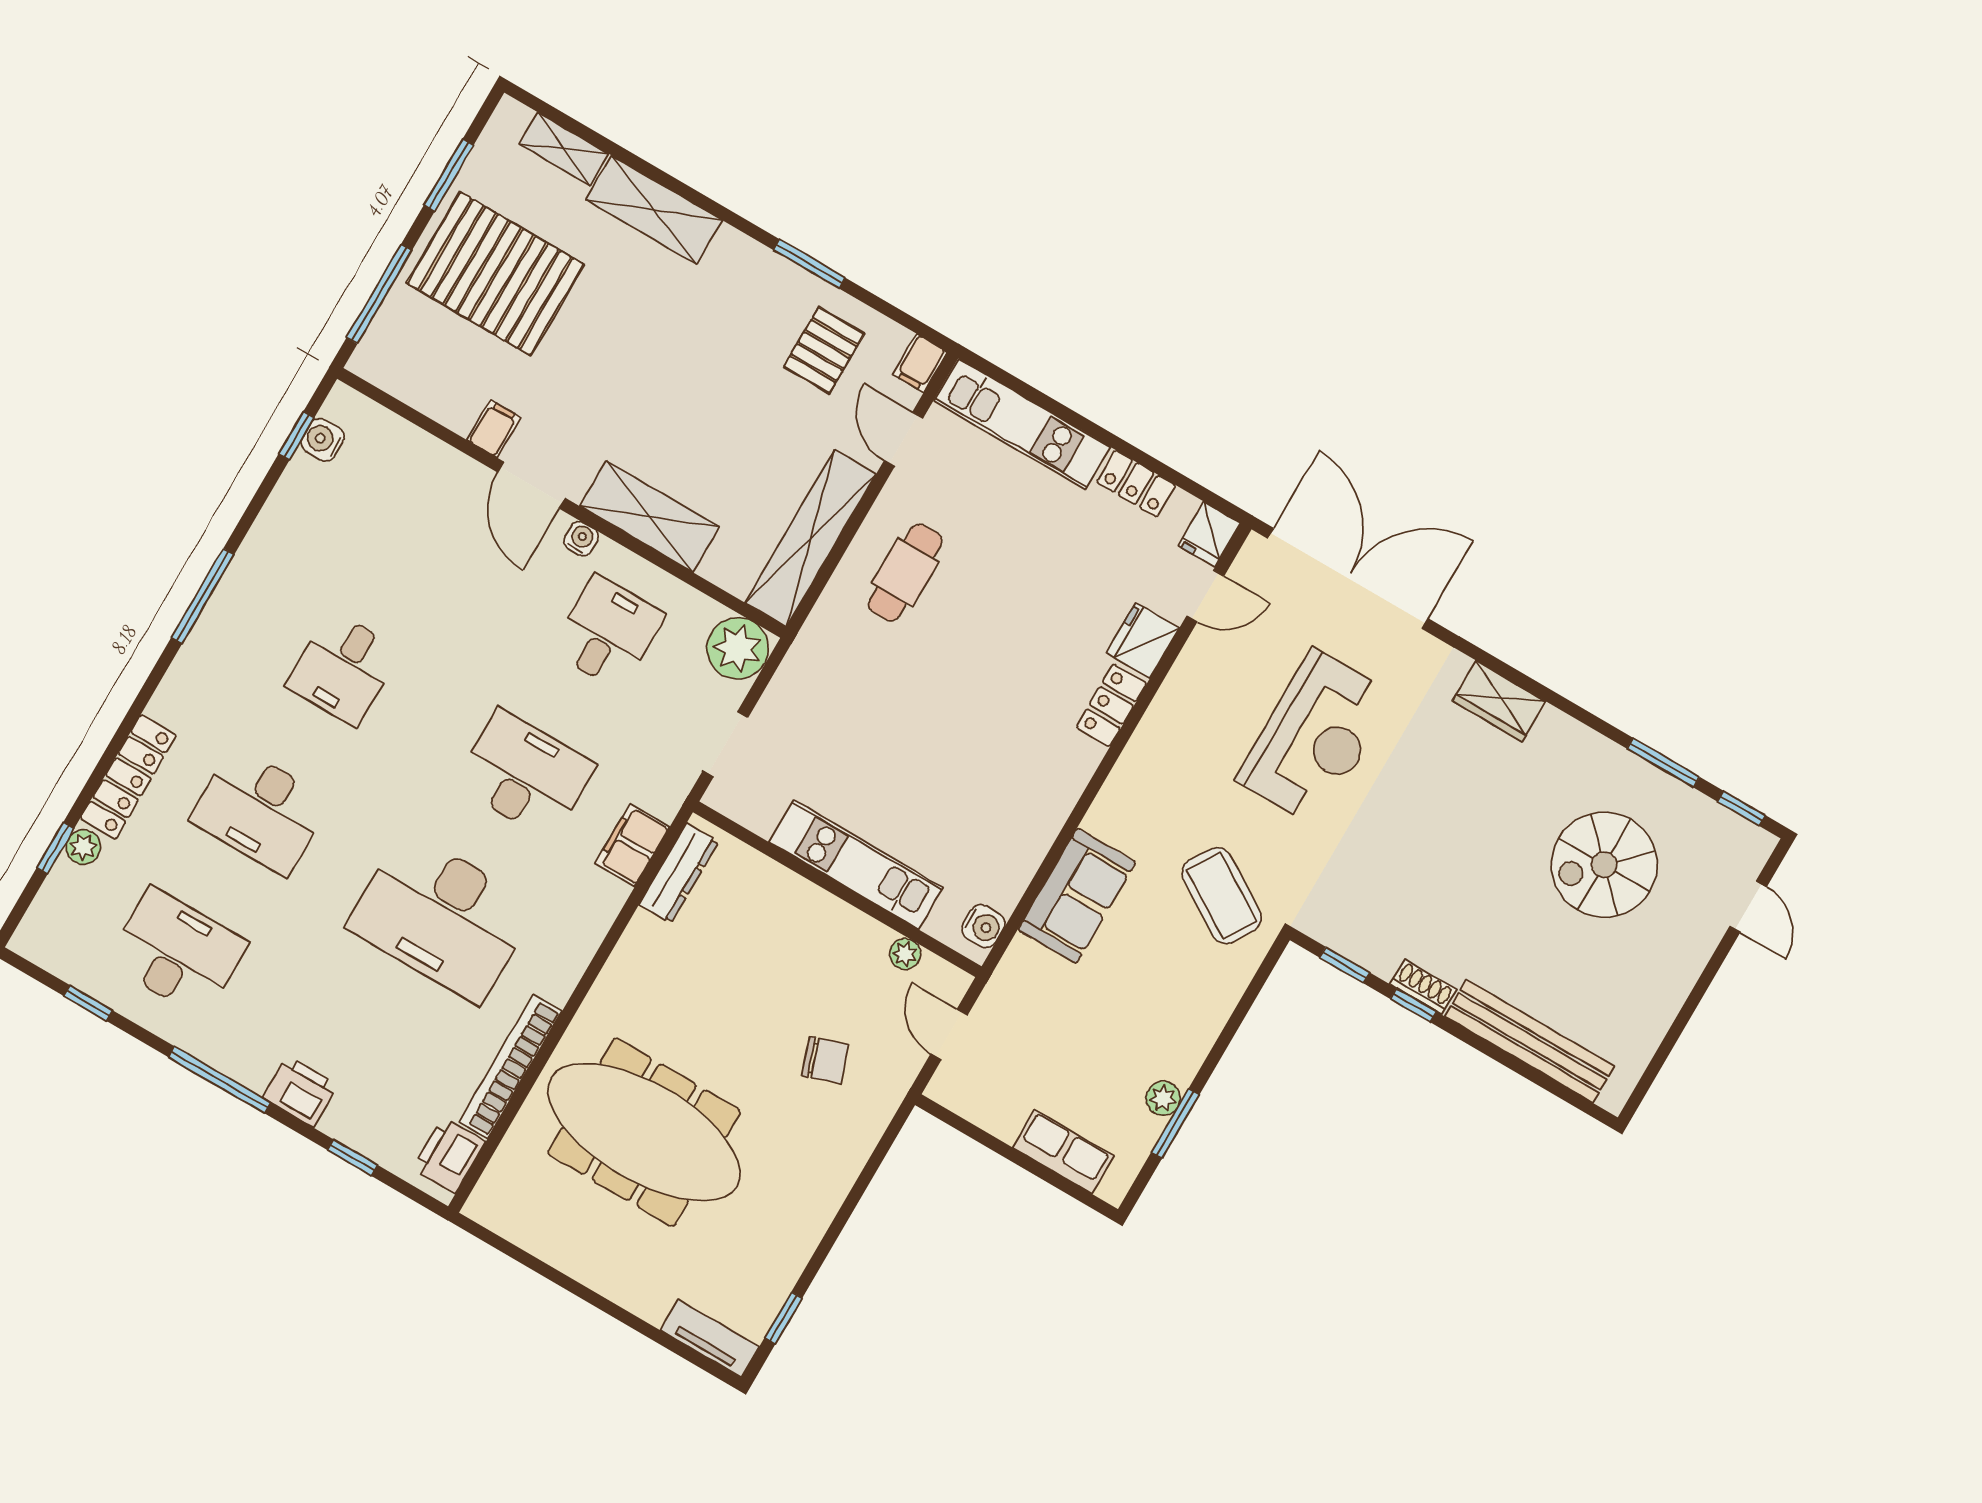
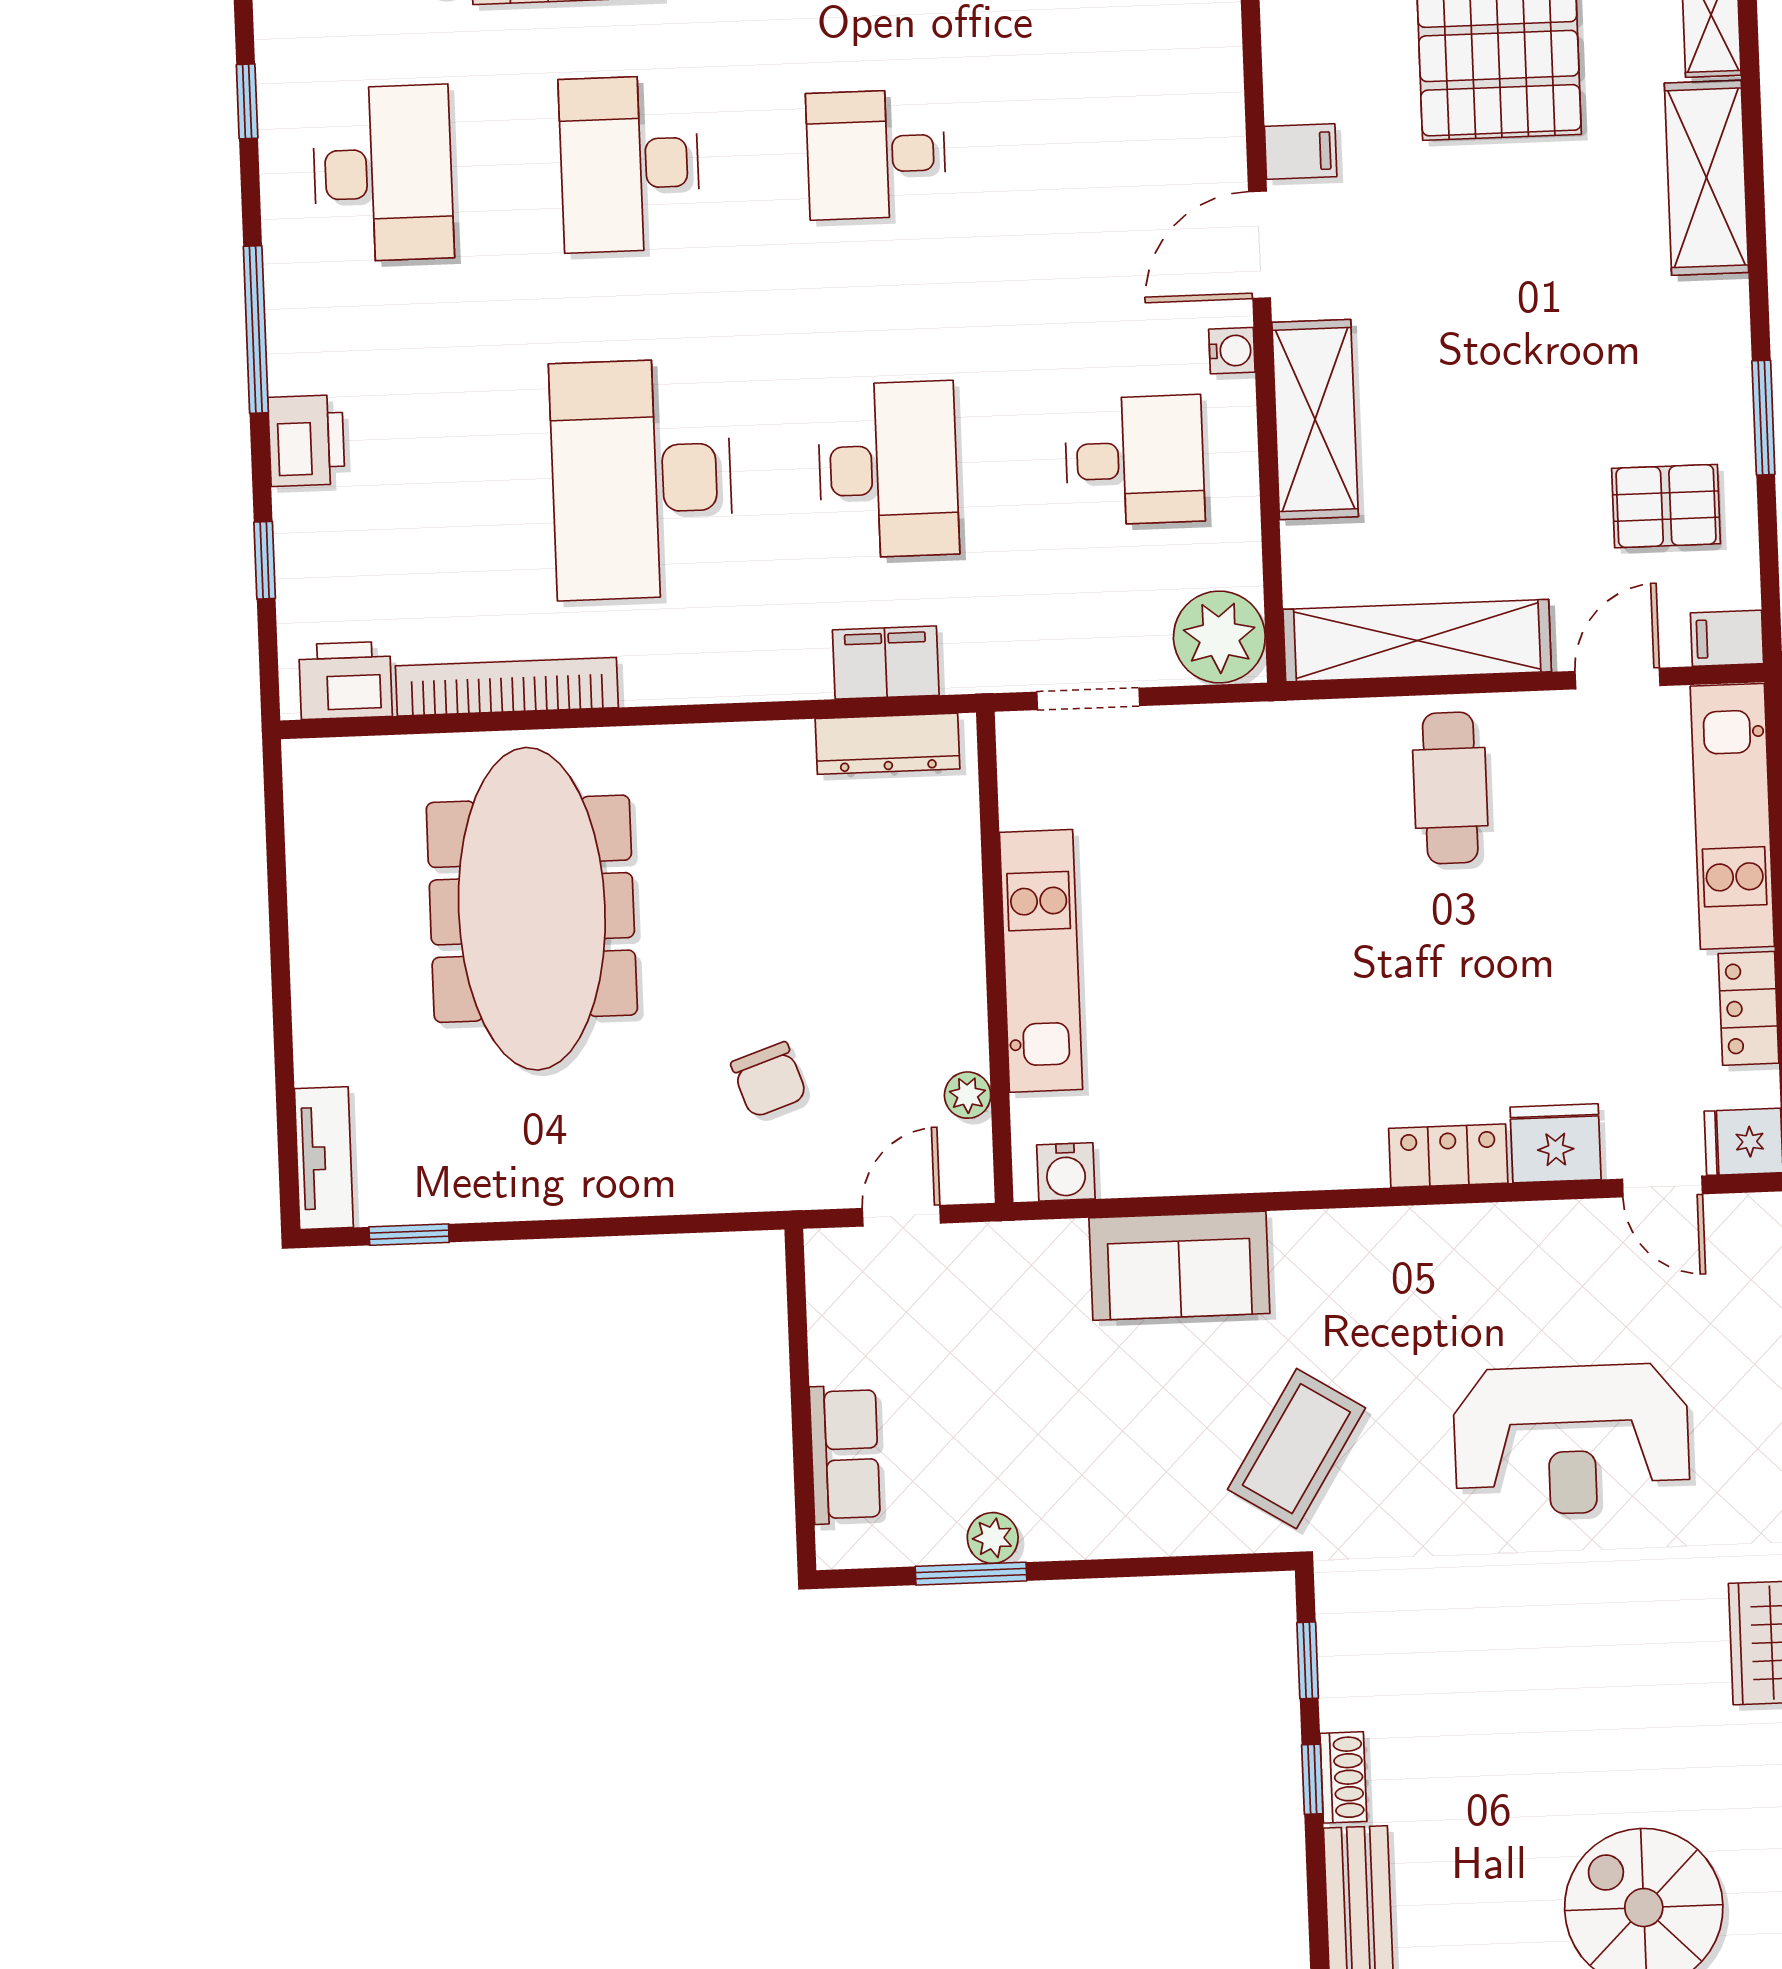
cafe table: (905, 572) -> (1450, 788), turned 90

